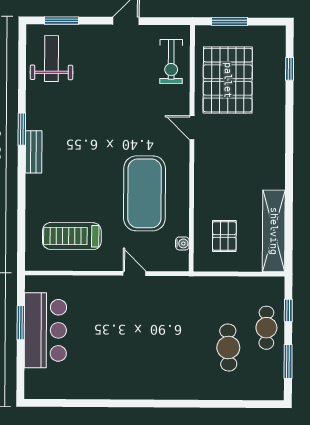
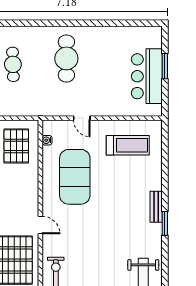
pallet: (224, 236) -> (16, 146), width x1.50, depth x1.42
window: (21, 323) -> (165, 66), moved
cafe table: (155, 355) -> (66, 58), added

